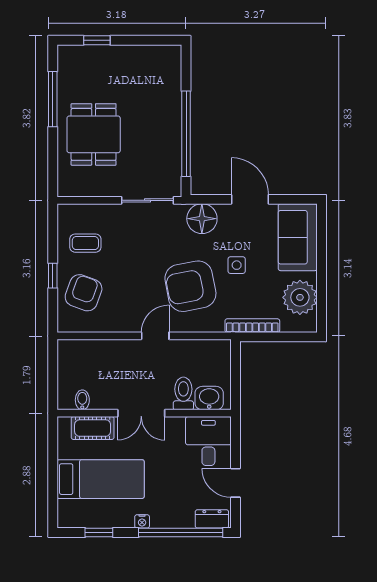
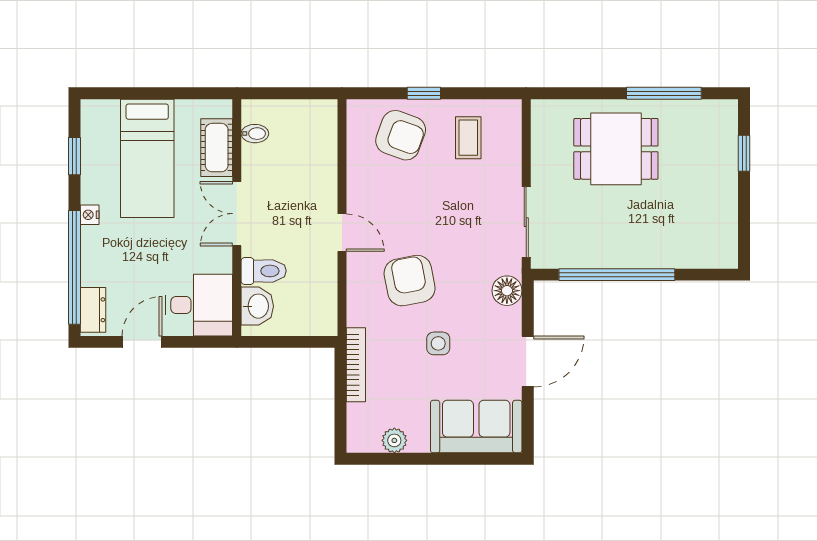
floor lamp: (202, 219) -> (507, 291), width x0.73, depth x0.73
armchair: (190, 286) -> (410, 281), width x0.73, depth x0.73
plant: (300, 297) -> (394, 440), width x0.53, depth x0.53

